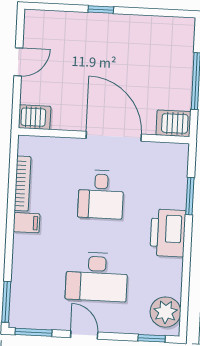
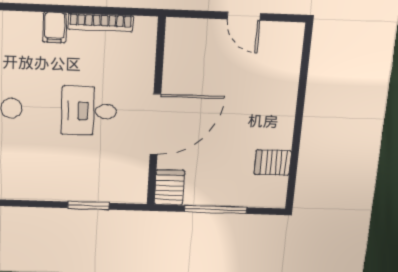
window: (101, 9) -> (300, 108), removed
server rack: (35, 117) -> (273, 163), moved, turned 90
printer: (168, 233) -> (47, 183), removed

